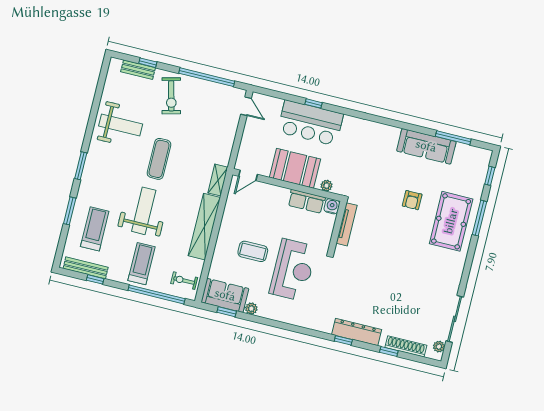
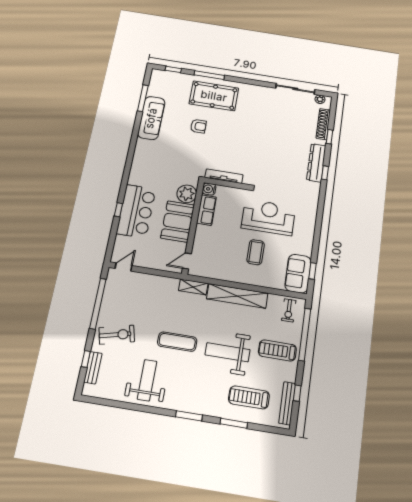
door: (248, 175) -> (187, 261), swing flipped
plant: (326, 186) -> (187, 194), width x1.87, depth x1.87
plant: (251, 309) -> (307, 250), removed

